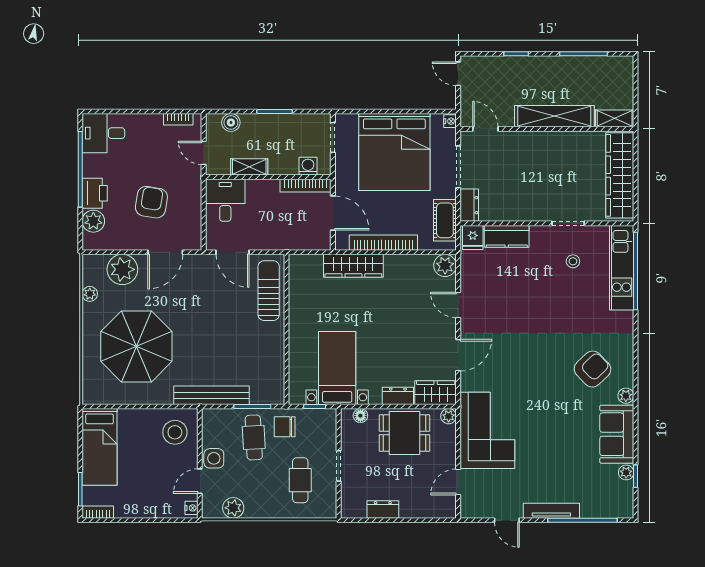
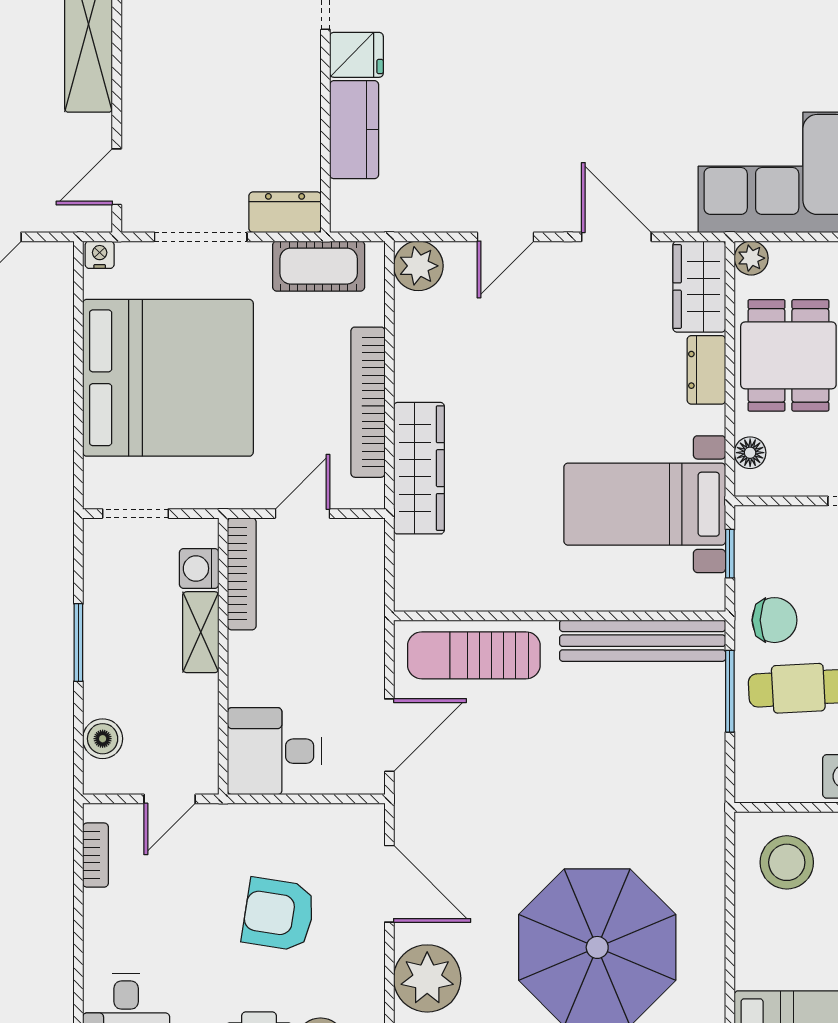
shelving: (249, 167) -> (201, 632), moved
door: (333, 213) -> (302, 514), width x0.73
fridge: (473, 237) -> (356, 55), moved
bench: (212, 395) -> (643, 641), moved, turned 90
chair: (285, 427) -> (775, 620), turned -90

